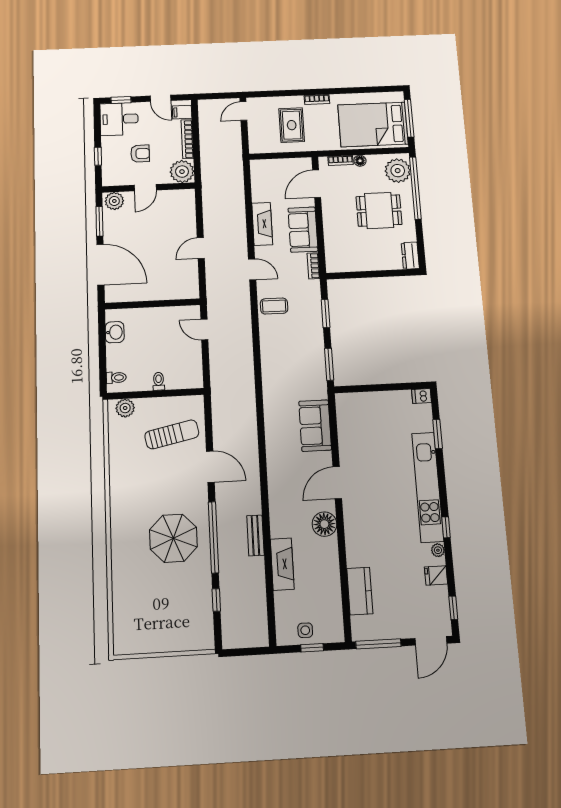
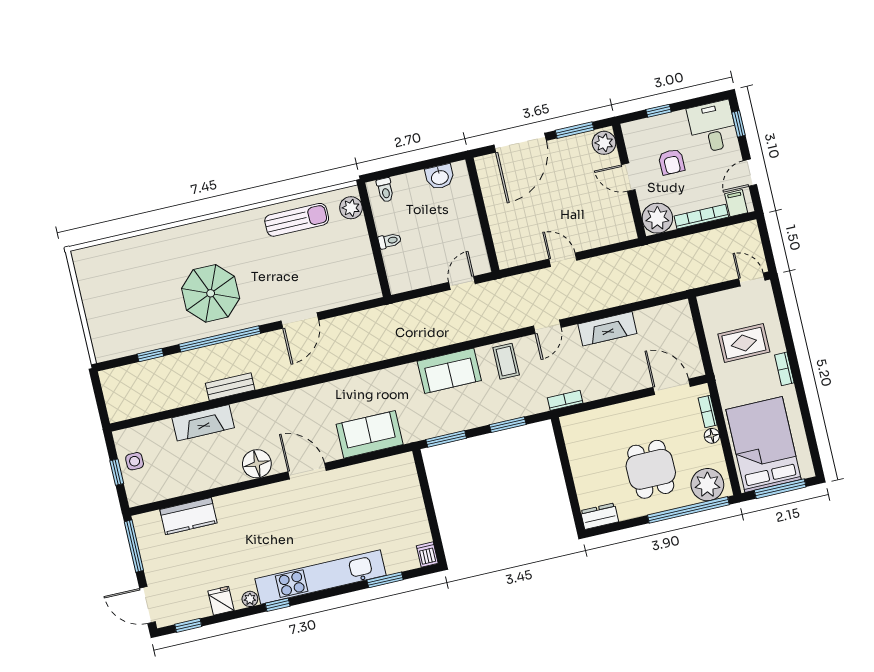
sofa: (303, 230) -> (449, 371), moved, turned 180
sun lounger: (172, 434) -> (297, 220), moved, turned -78

